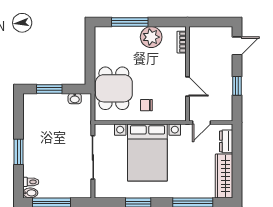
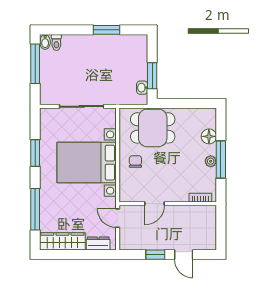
window: (130, 22) -> (221, 159), moved
floor lamp: (122, 34) -> (209, 136), added
plant: (151, 37) -> (211, 161), width x0.53, depth x0.53
door: (237, 46) -> (184, 255), moved
window: (49, 89) -> (152, 76), moved
window: (19, 152) -> (107, 30), moved

